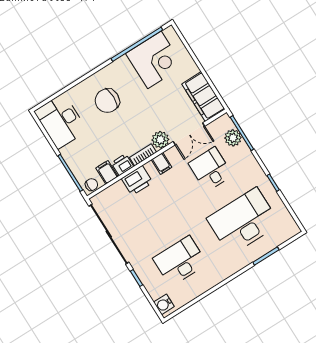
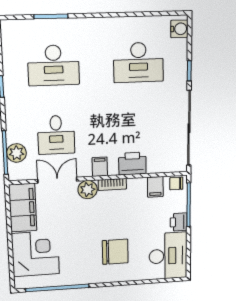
corner desk: (154, 60) -> (35, 254), moved, turned 90
printer: (122, 165) -> (179, 222), moved, turned 90
desk: (243, 221) -> (53, 65), width x0.73, depth x0.77

